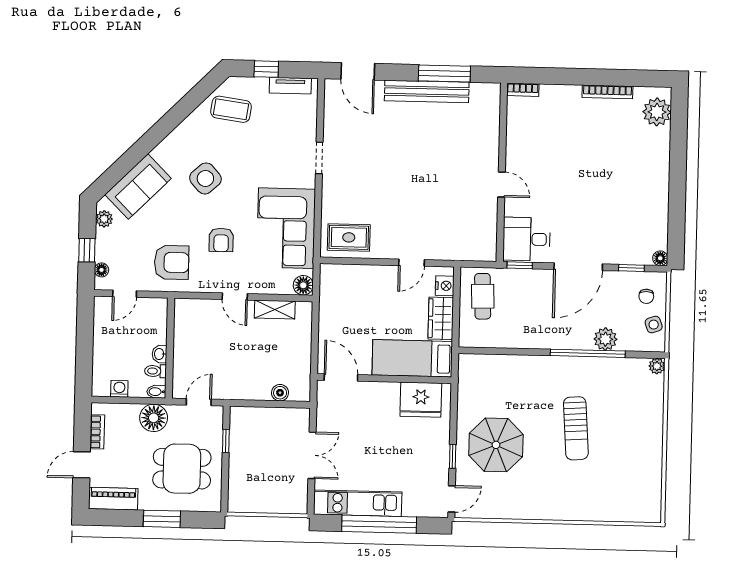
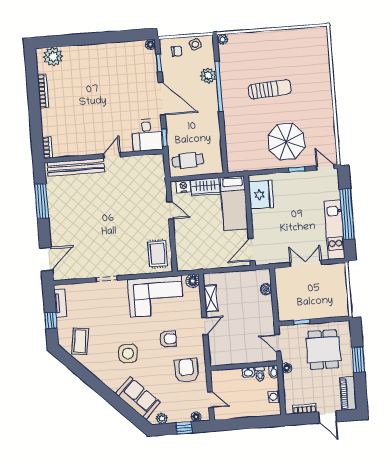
bench: (427, 91) -> (76, 167), moved, turned 90
side table: (205, 178) -> (128, 354), turned 45
floor lamp: (154, 418) -> (287, 368), width x0.53, depth x0.53

